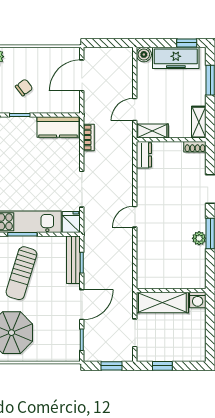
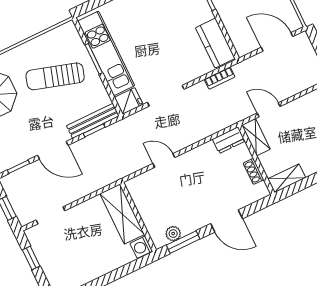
shoe rack: (195, 147) -> (253, 171), moved
wall: (171, 291) -> (138, 217), moved
washing machine: (198, 300) -> (141, 247), moved
shelving: (162, 303) -> (122, 214), moved

